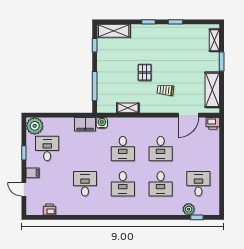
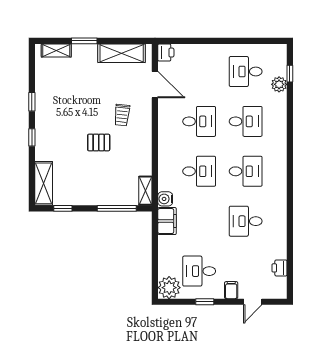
shelving: (128, 108) -> (145, 191), moved

